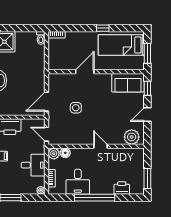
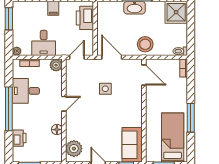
window: (103, 28) -> (191, 118), width x2.17
stool: (34, 71) -> (145, 44), added
door: (85, 72) -> (144, 75), moved
door: (100, 146) -> (64, 104), moved
floor lamp: (65, 153) -> (57, 130), moved

